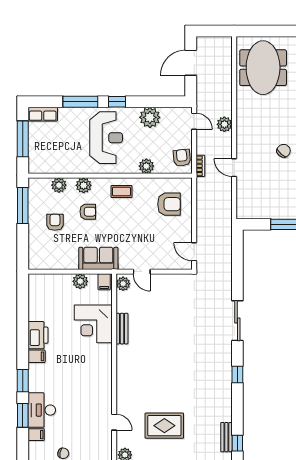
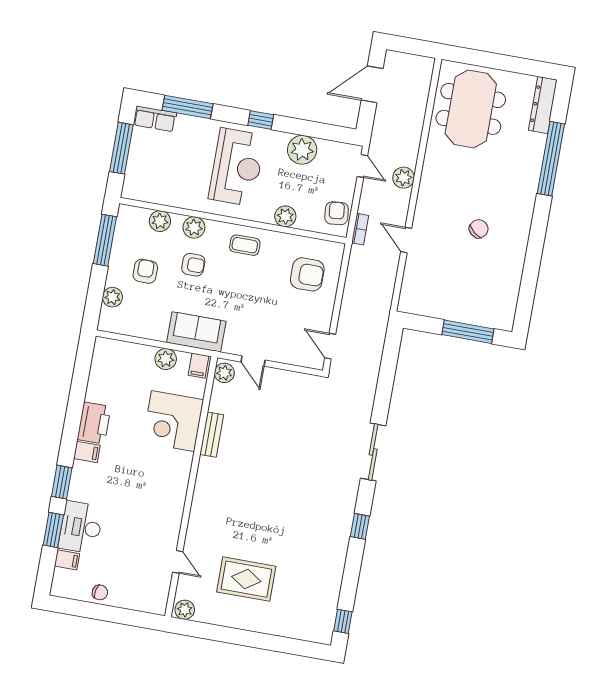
window: (80, 102) -> (188, 107), moved
plant: (35, 245) -> (112, 297), added
bench: (226, 437) -> (329, 610), removed

